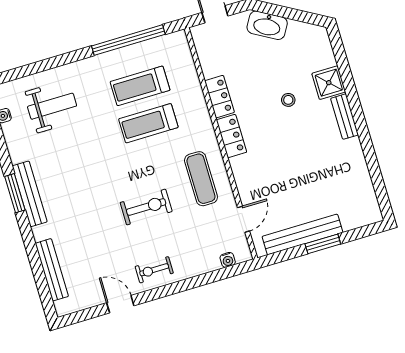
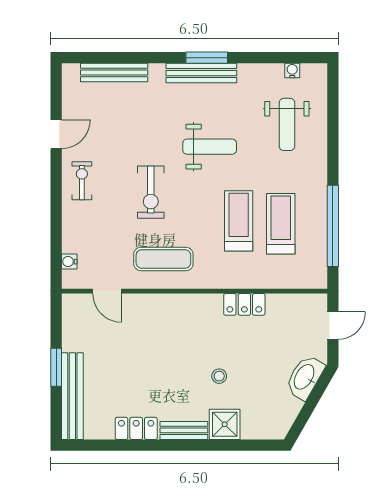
locker: (231, 136) -> (136, 428), moved, turned 180
weight bench: (91, 168) -> (210, 147), added
bench: (302, 234) -> (72, 396), moved

